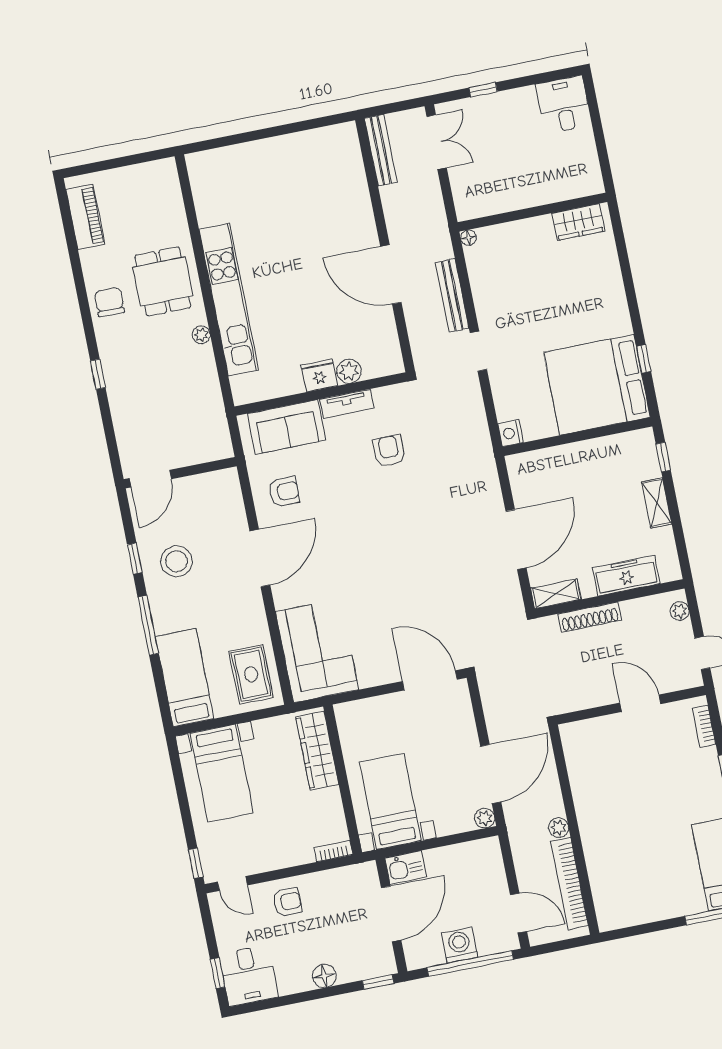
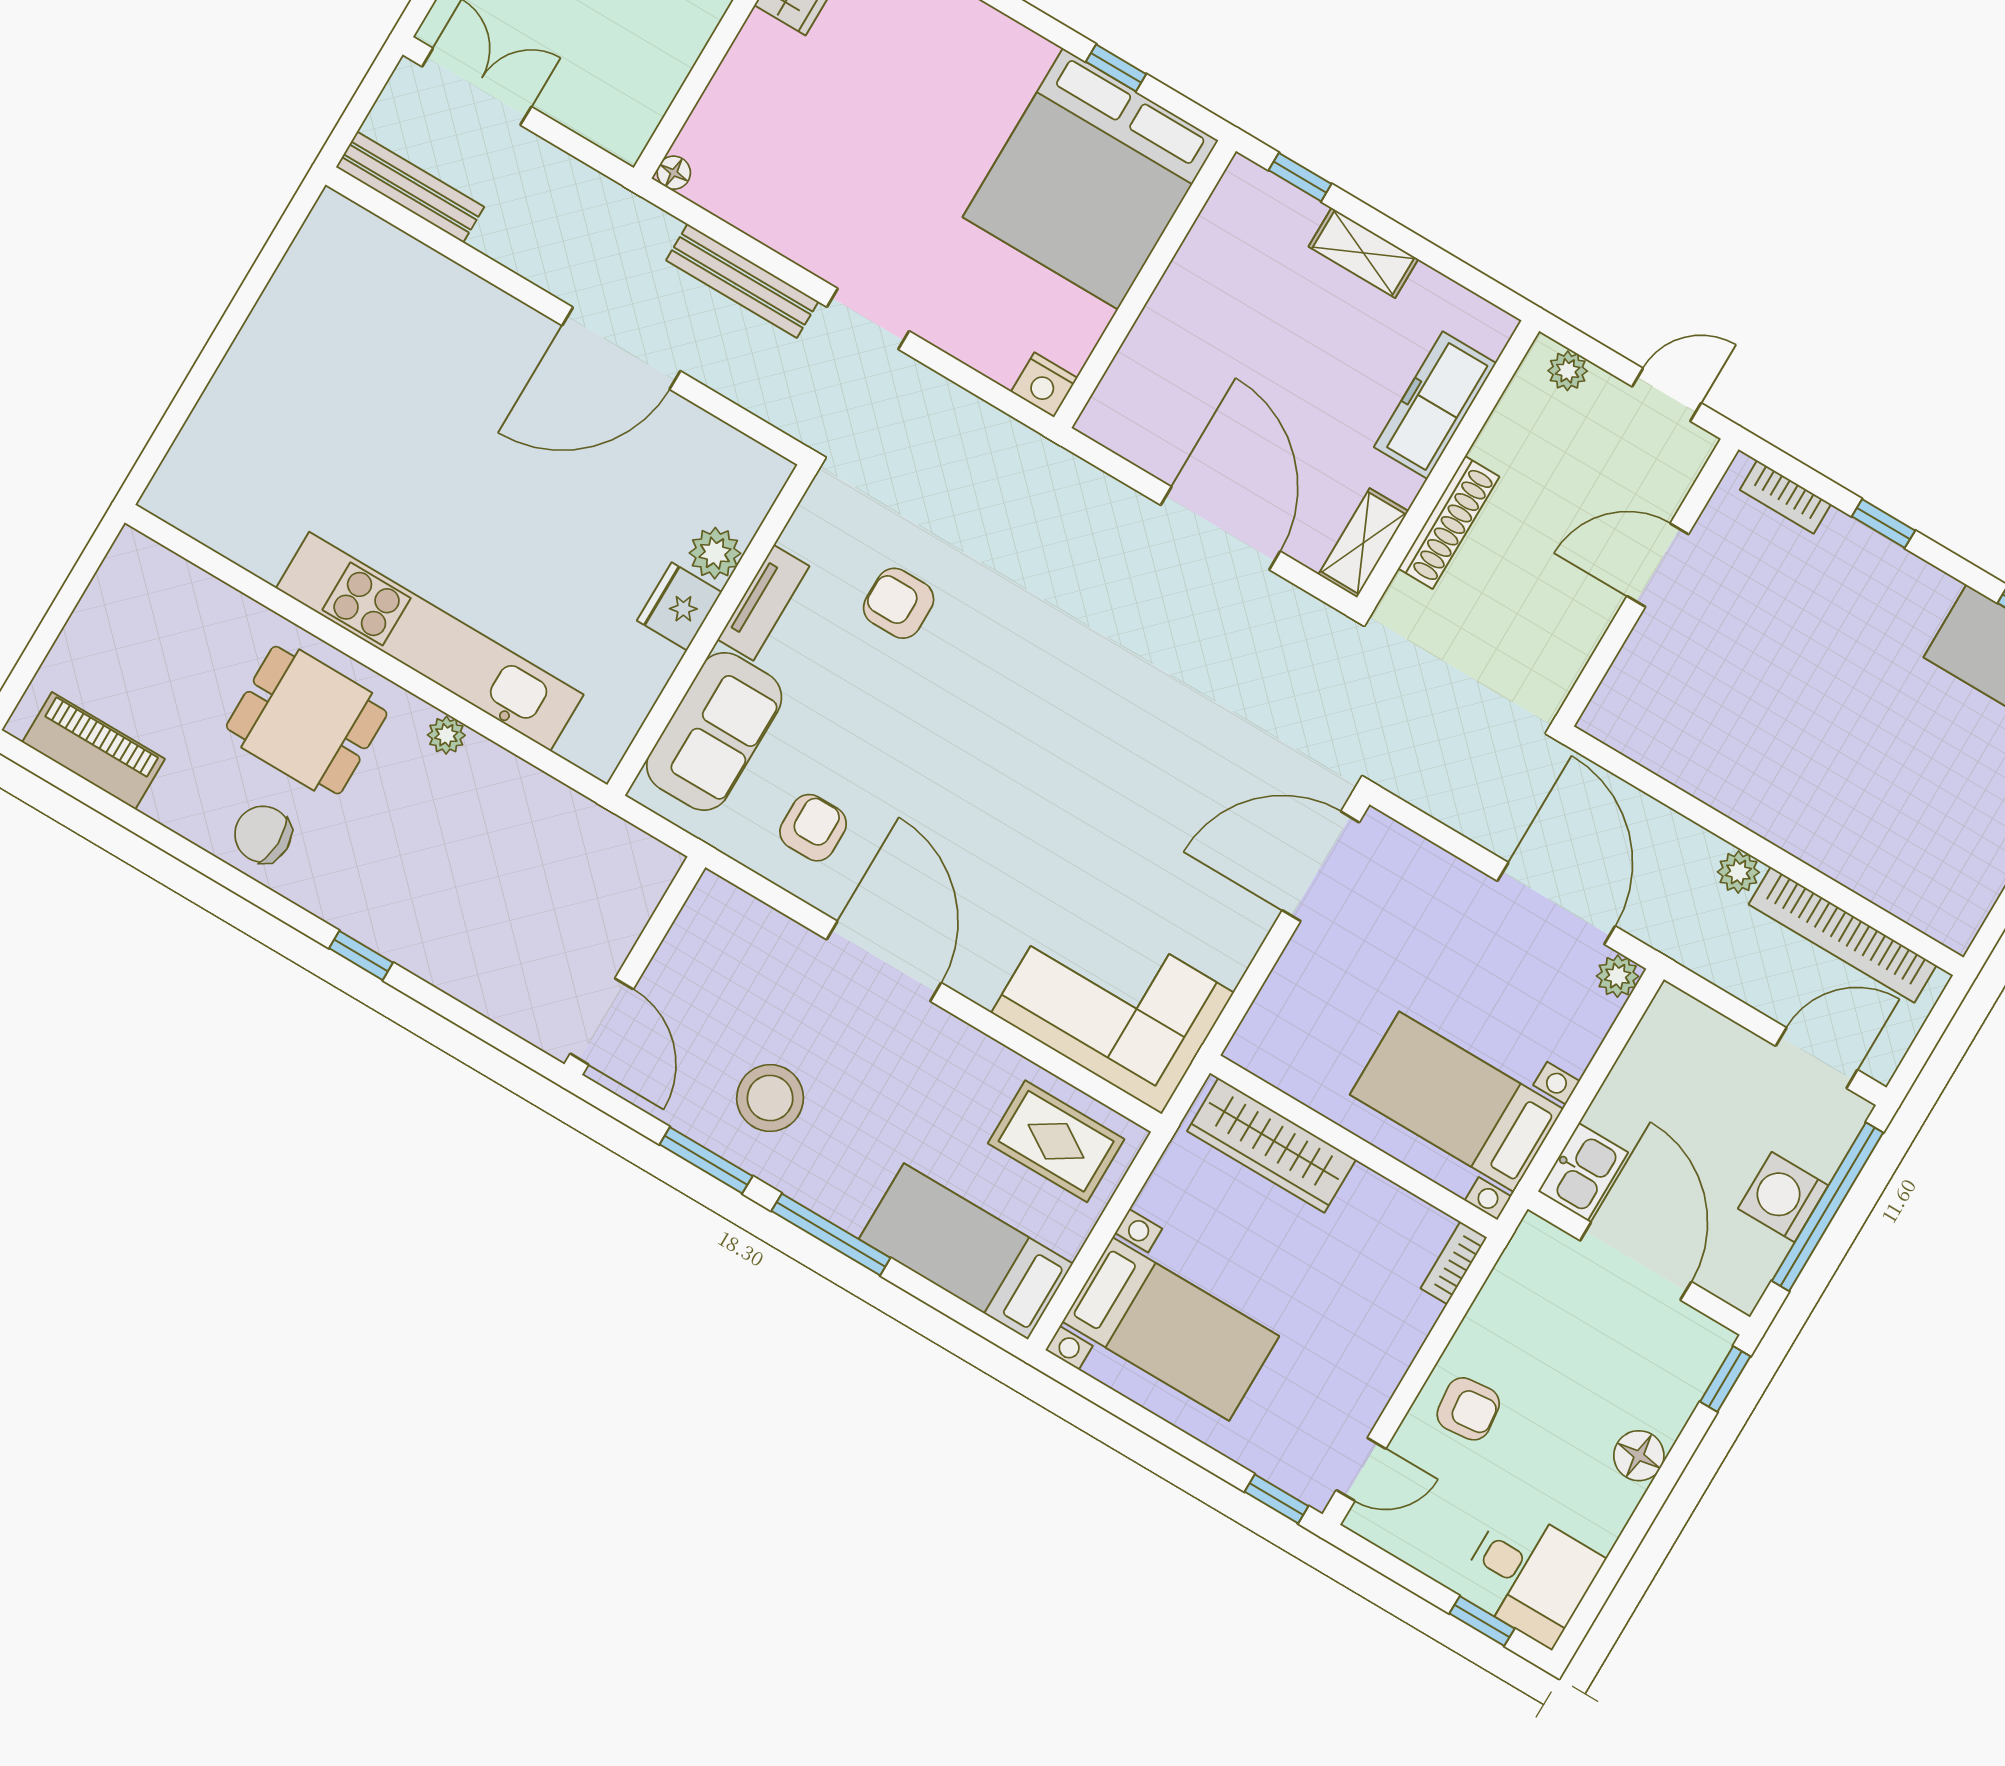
window: (135, 559) -> (706, 1160), width x1.50
armchair: (287, 902) -> (1468, 1409), turned 84

